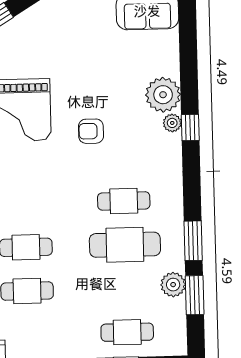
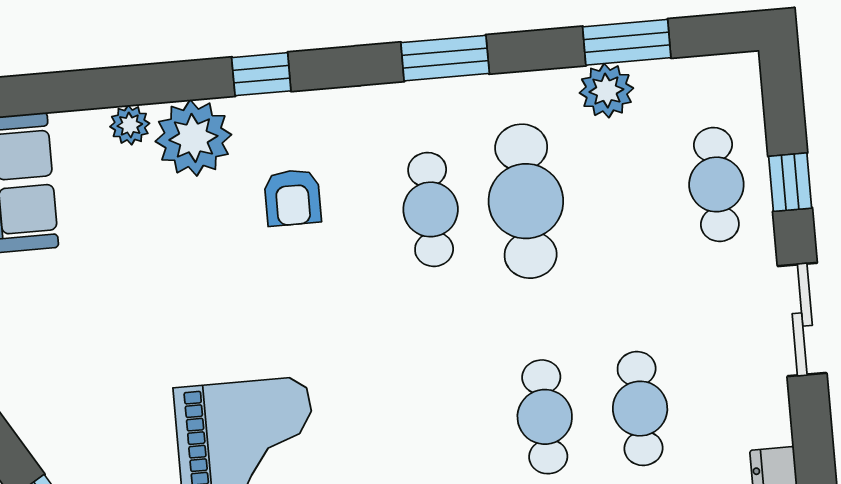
plant: (172, 123) -> (130, 125), moved
armchair: (91, 131) -> (292, 198), moved
window: (193, 241) -> (445, 58), moved

